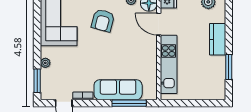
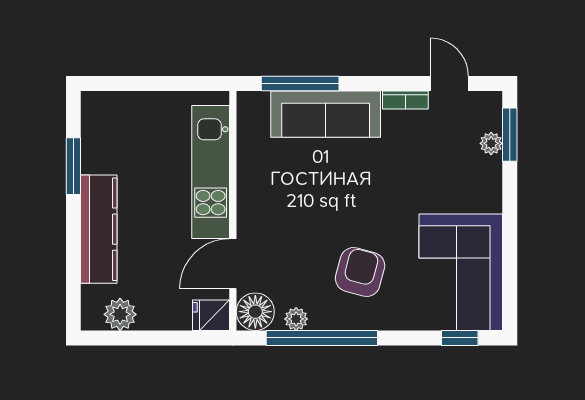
door: (159, 24) -> (233, 264), swing flipped
kitchen counter: (218, 39) -> (99, 229), width x1.50
plant: (45, 63) -> (491, 143), moved

